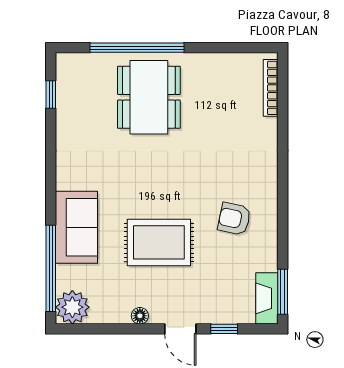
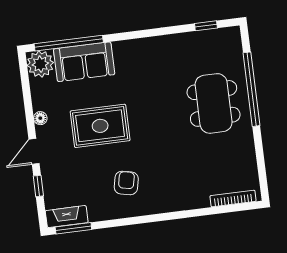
dining table: (149, 97) -> (214, 103), turned 90
sofa: (76, 227) -> (84, 62), moved
rug: (159, 242) -> (100, 126), turned 90

